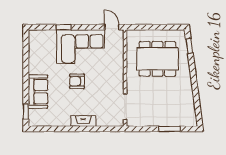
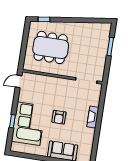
corner sofa: (81, 47) -> (28, 124), moved
dining table: (157, 59) -> (51, 47), turned 90

